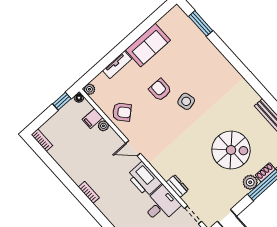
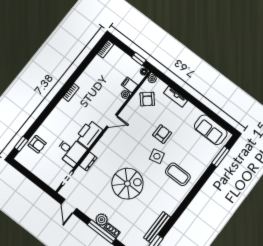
sofa: (148, 45) -> (211, 130), moved
coffee table: (213, 80) -> (178, 174), added
armchair: (122, 112) -> (147, 99), moved
door: (133, 148) -> (112, 121), swing flipped
spiral stairs: (231, 150) -> (127, 184), moved, turned -90

